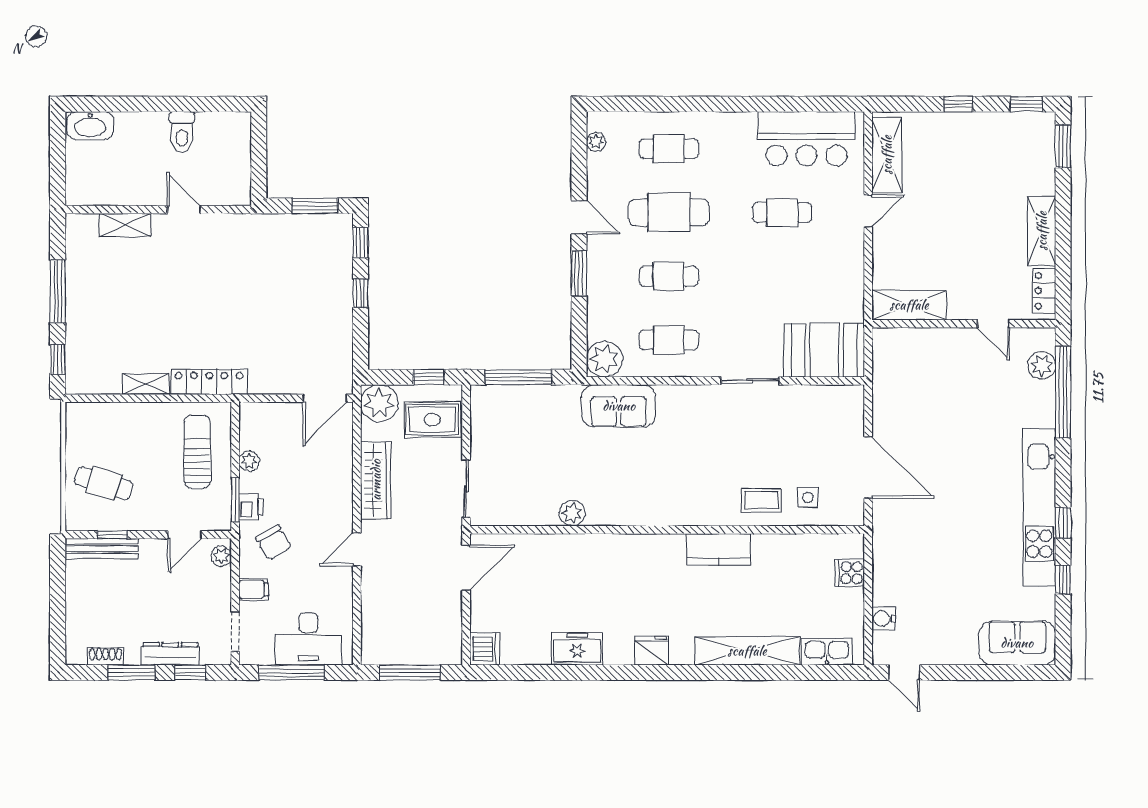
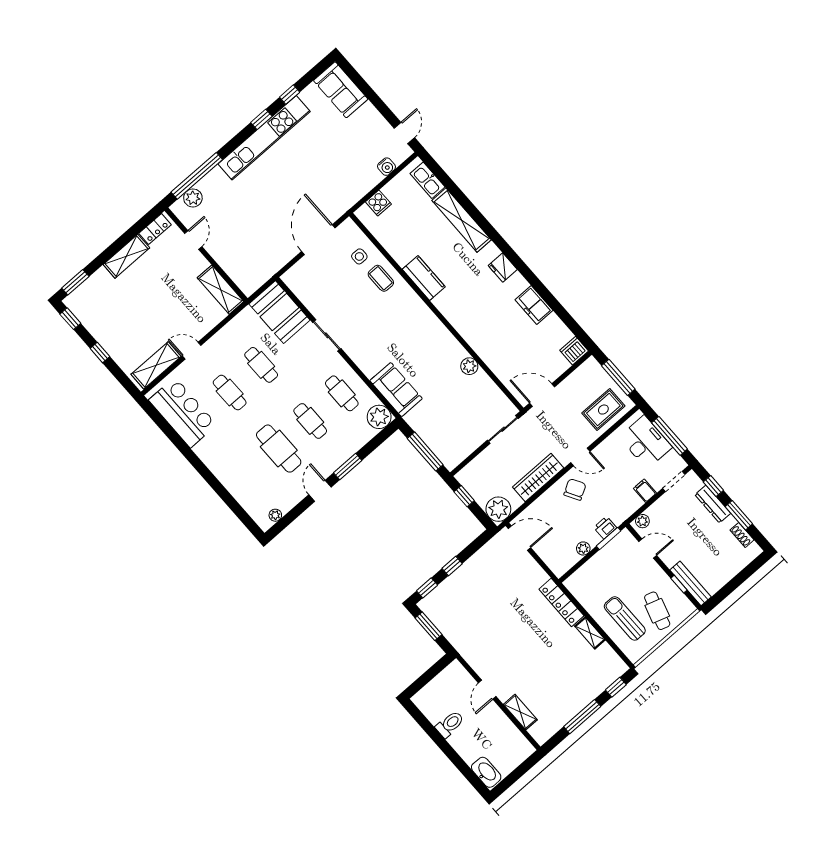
cafe table: (669, 149) -> (261, 365), moved
rug: (432, 420) -> (603, 410), moved, turned 90
sun lounger: (197, 452) -> (625, 618), moved, turned 90
chair: (274, 543) -> (575, 489), moved

